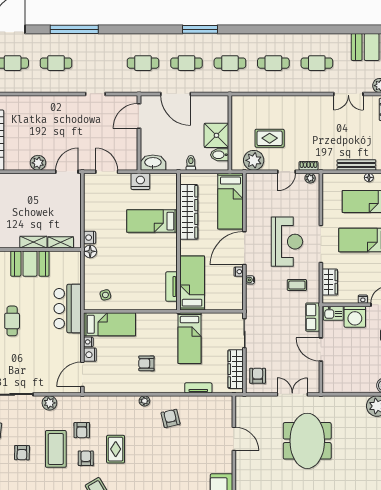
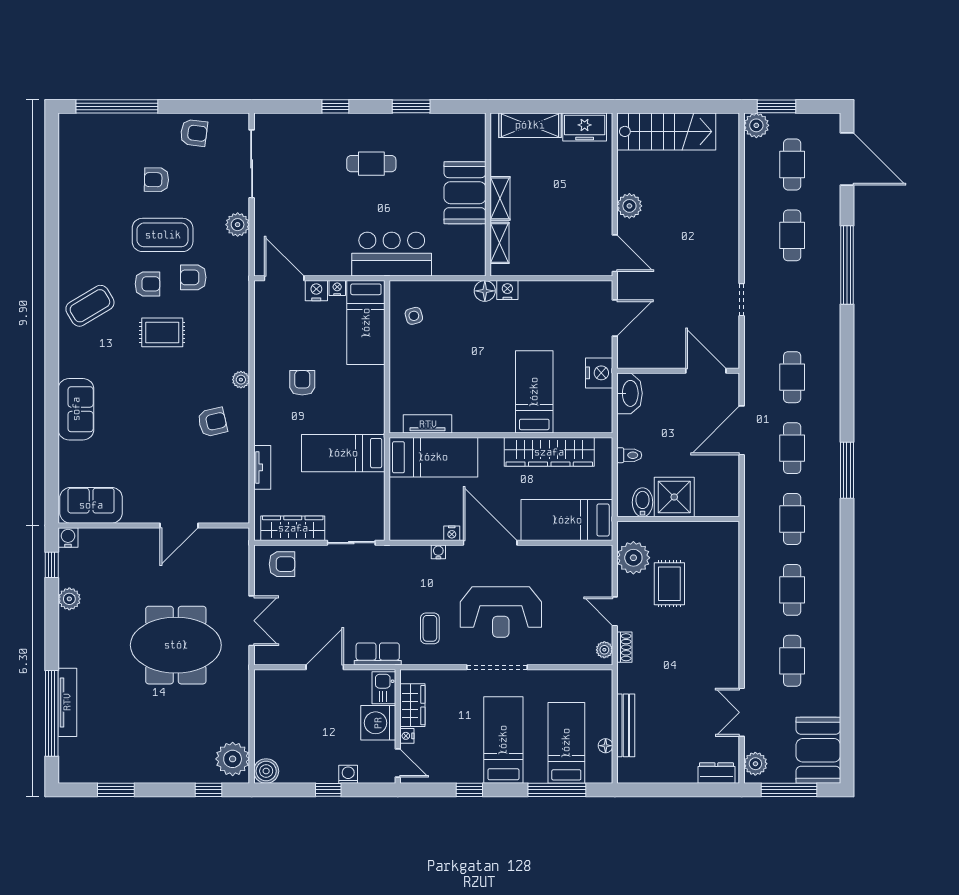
wardrobe: (330, 282) -> (412, 705), moved, turned -90

